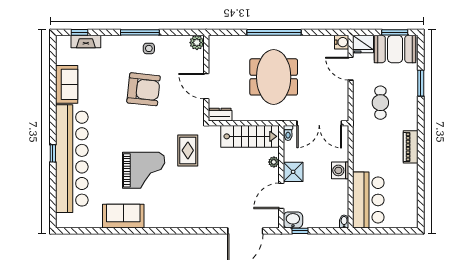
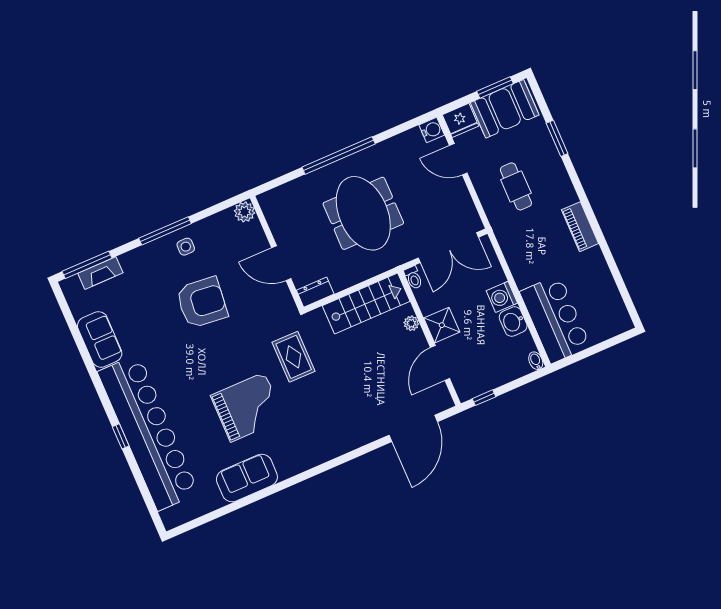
window: (80, 32) -> (87, 265), width x2.17
washbasin: (293, 220) -> (513, 322), moved, turned -90

